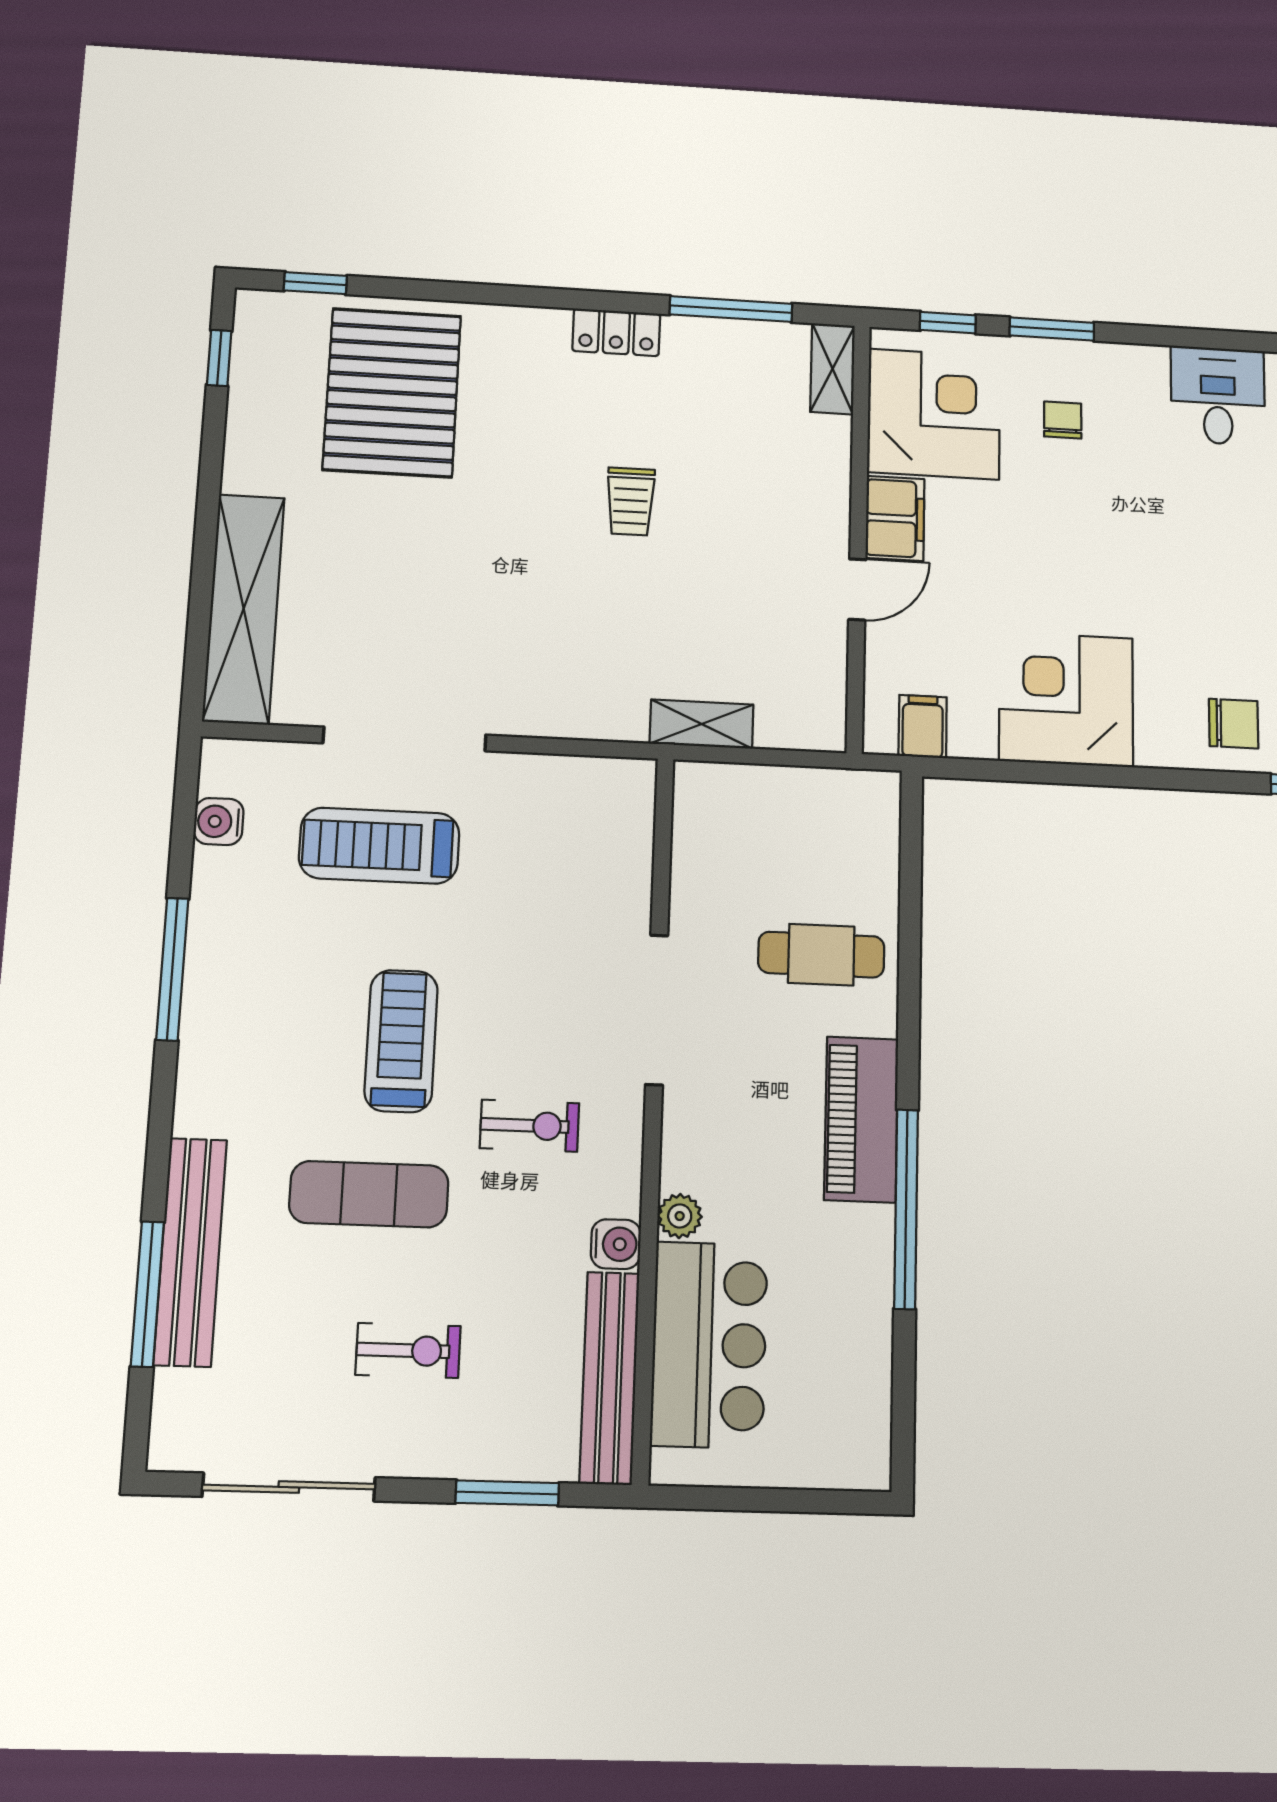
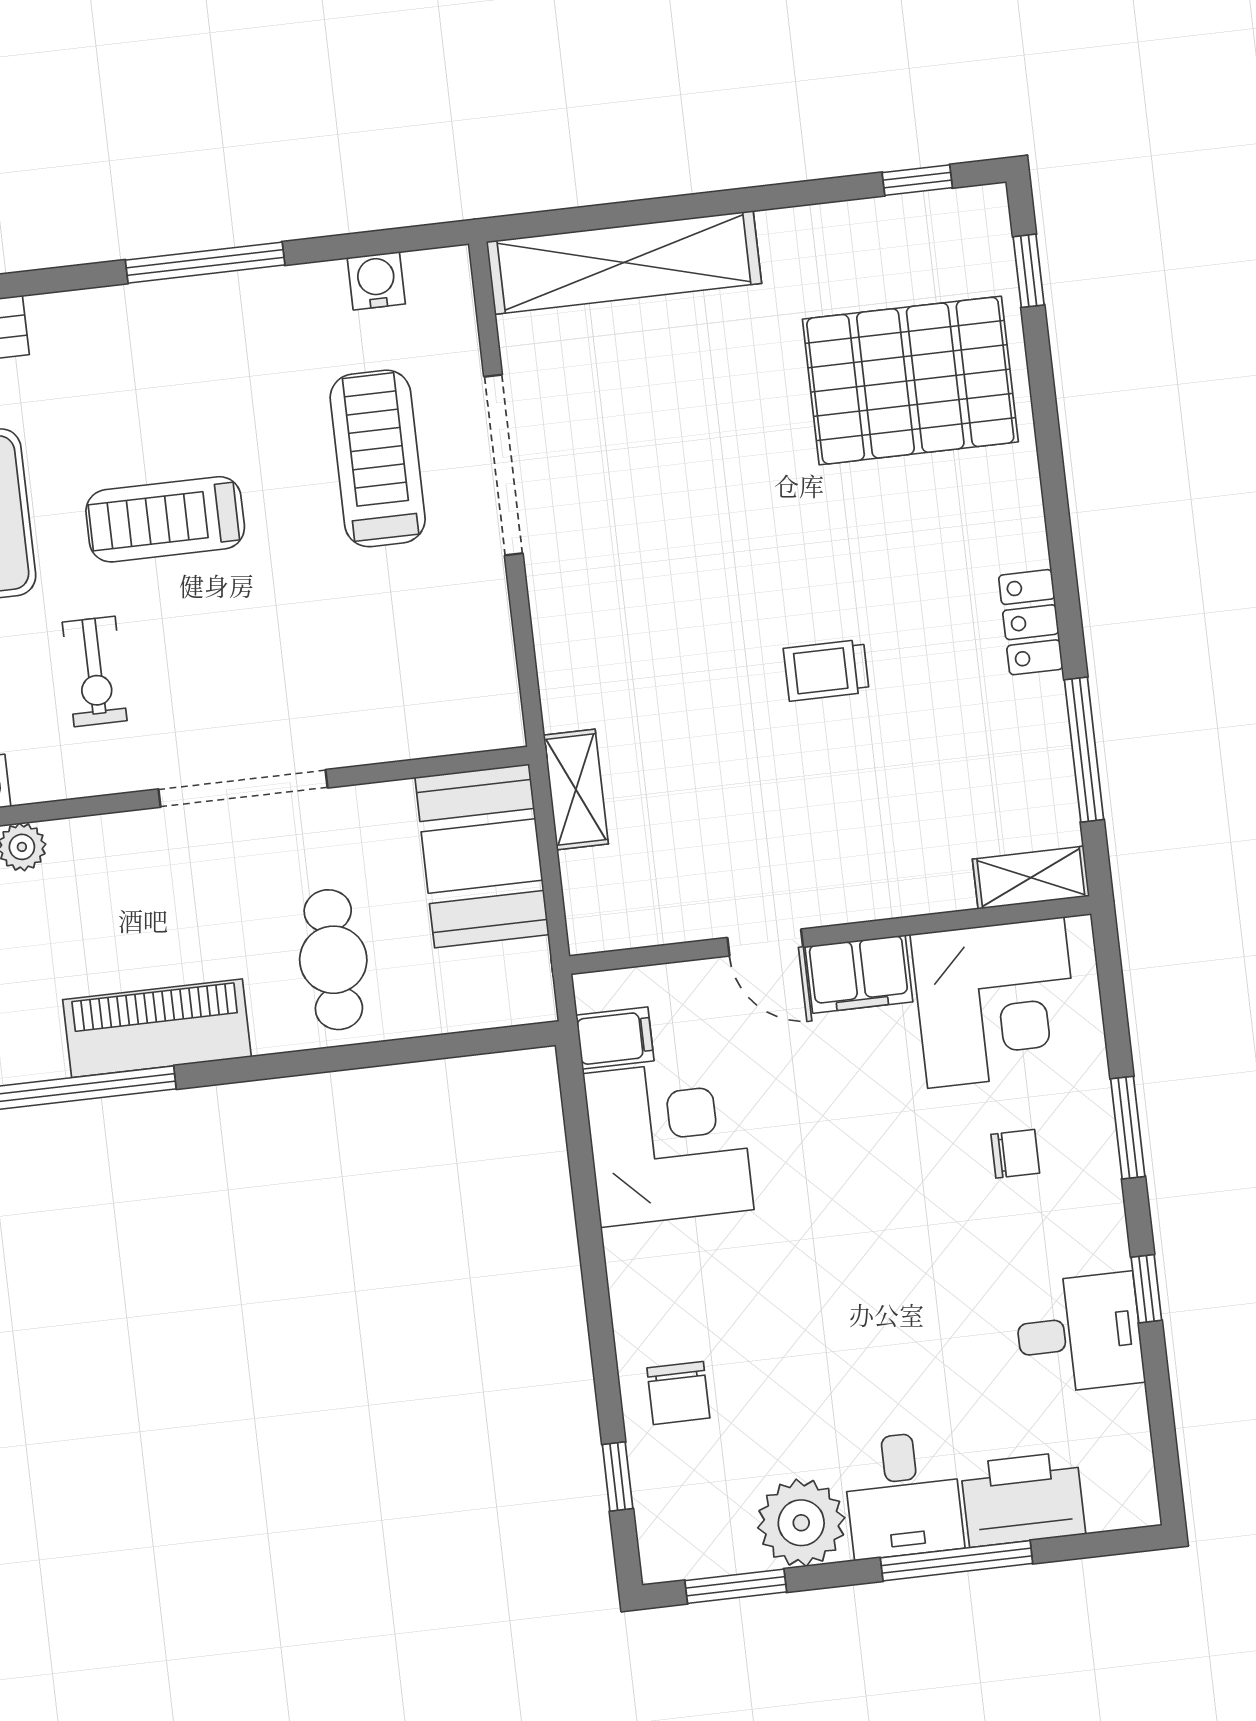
window: (948, 323) -> (1146, 1289), moved
corner desk: (1066, 699) -> (668, 1142), moved
booth: (748, 813) -> (482, 856), added
treadmill: (401, 1041) -> (165, 519), turned 180

